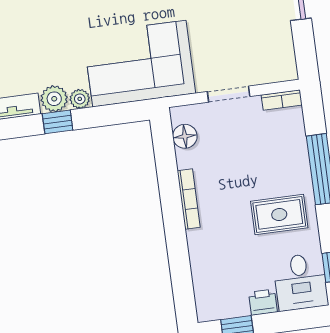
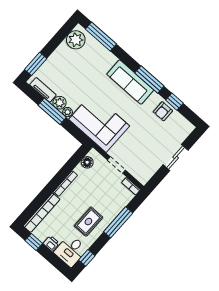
window: (58, 122) -> (52, 111), width x2.17
rug: (279, 214) -> (88, 222), turned 90
bookcase: (202, 276) -> (42, 213), added

